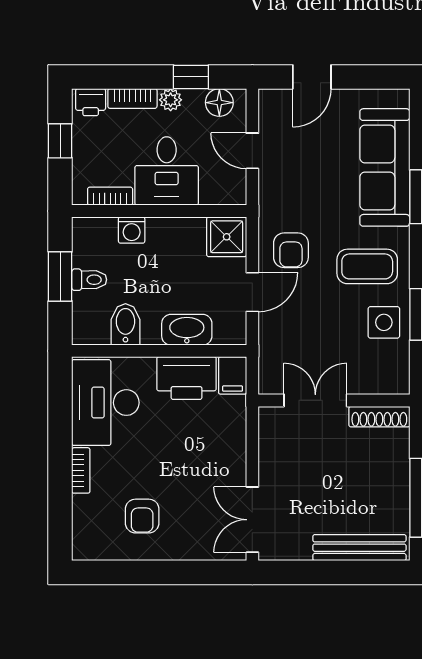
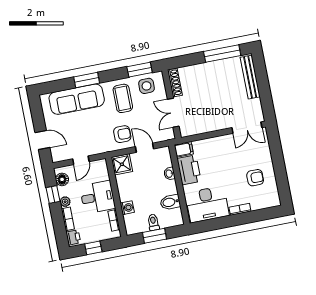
washbasin: (187, 330) -> (169, 174), width x0.52, depth x0.69
double door: (315, 400) -> (173, 113), moved
wall: (334, 400) -> (172, 104), moved
shoe rack: (379, 417) -> (175, 82), moved

